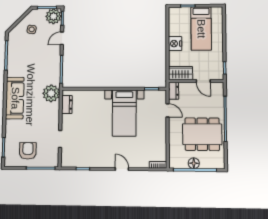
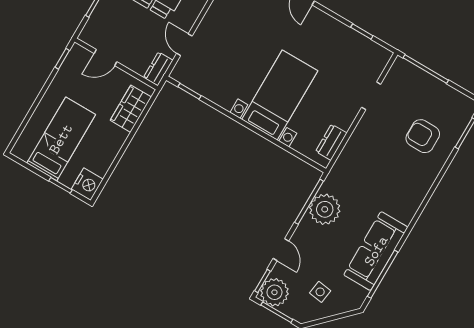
door: (62, 38) -> (281, 250), hinge flipped
nightstand: (175, 44) -> (87, 184), moved
wardrobe: (181, 73) -> (131, 109), moved, turned 90
door: (203, 81) -> (105, 58), swing flipped
plant: (51, 93) -> (325, 209), moved
sofa: (15, 98) -> (376, 251), moved
bed with nightstands: (124, 113) -> (280, 95), moved
armchair: (28, 151) -> (423, 136), moved, turned 90

